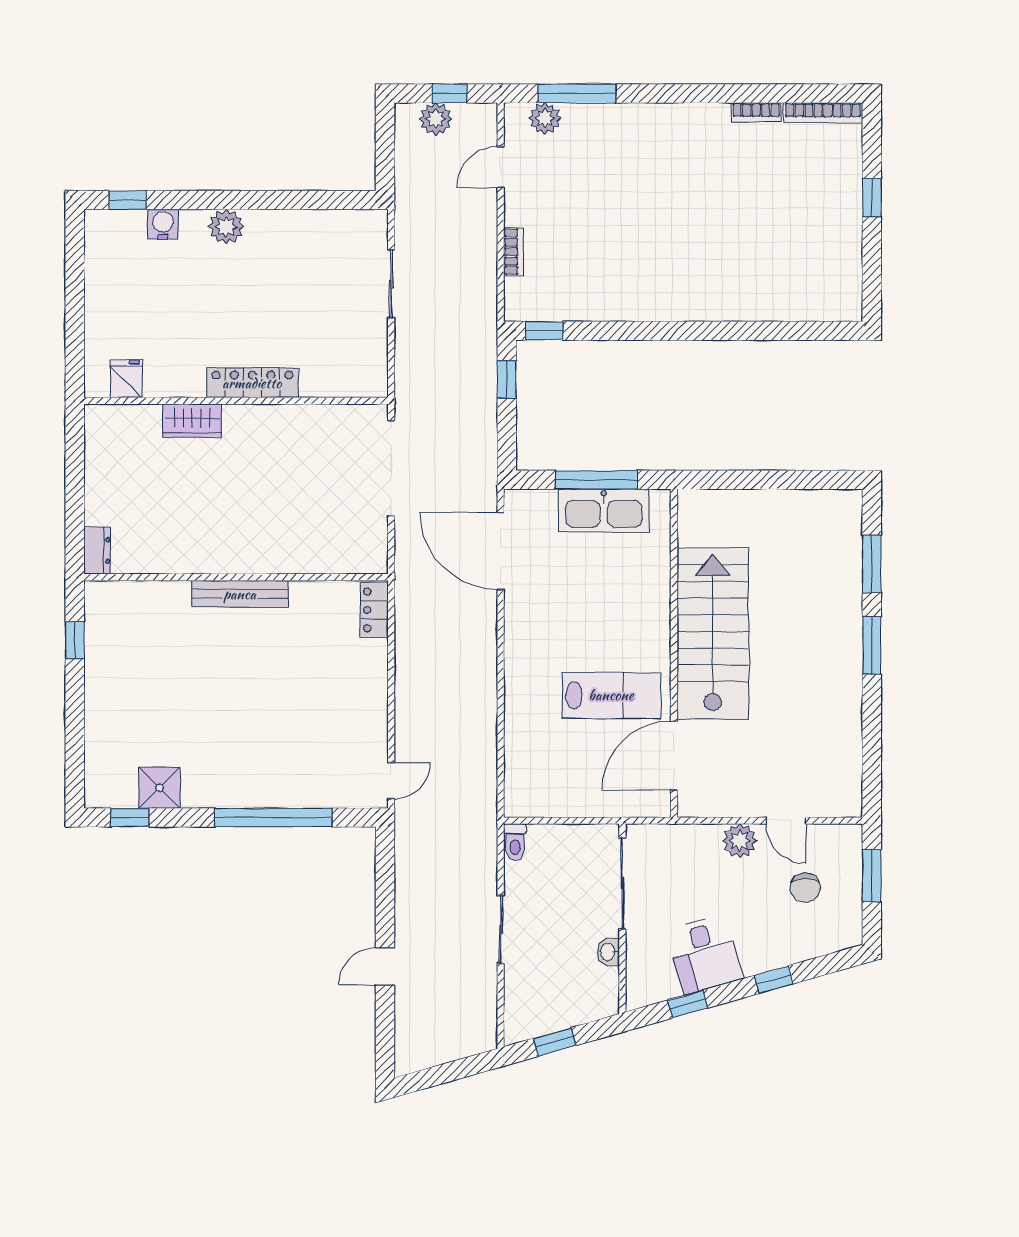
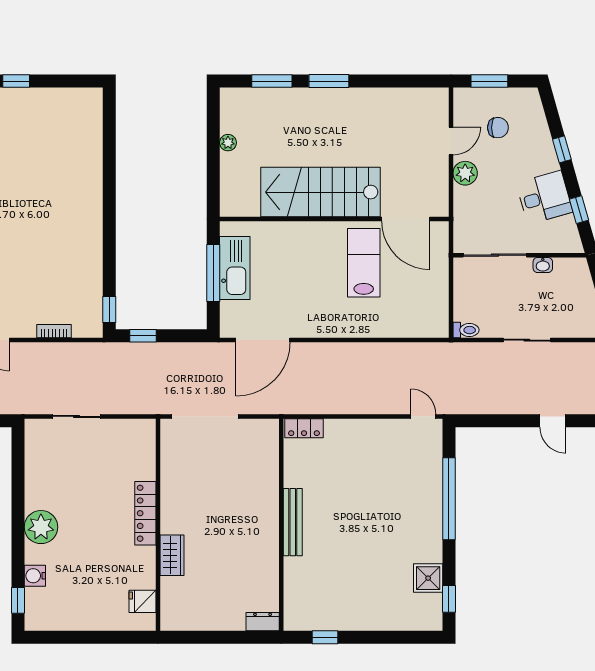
plant: (226, 227) -> (41, 527), width x1.36, depth x1.36
plant: (784, 501) -> (228, 143), added

